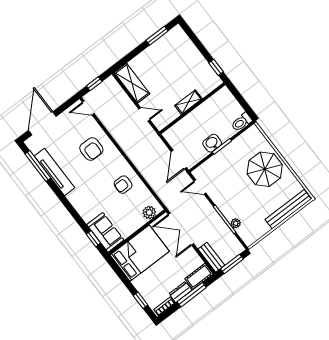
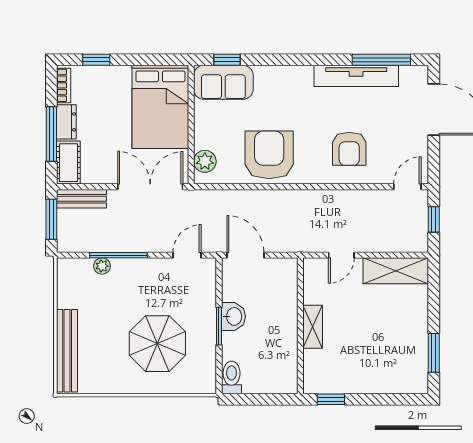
armchair: (91, 149) -> (349, 149), turned -90
parasol: (265, 169) -> (157, 344), moved
armchair: (123, 185) -> (269, 155), width x1.88, depth x1.88

